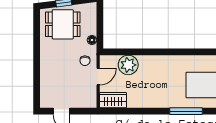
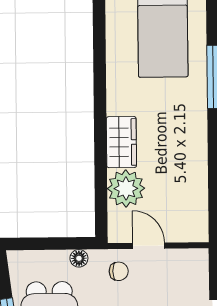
wardrobe: (113, 100) -> (121, 142), moved, turned 180

